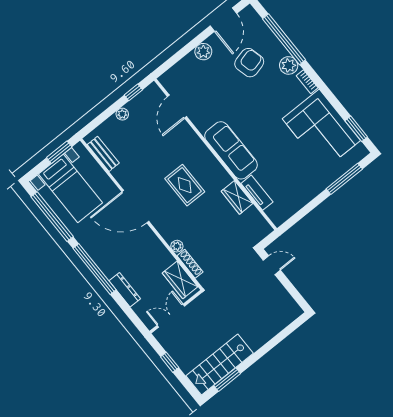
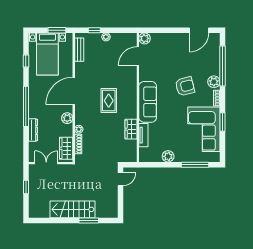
plant: (203, 52) -> (145, 38), moved
armchair: (249, 63) -> (185, 86), moved
window: (133, 92) -> (94, 30), moved
window: (356, 129) -> (222, 122), moved
plant: (305, 194) -> (168, 156), added
door: (135, 207) -> (74, 91), hinge flipped
window: (52, 217) -> (26, 61), width x0.32
plant: (153, 244) -> (67, 118), added
door: (272, 265) -> (121, 179), hinge flipped
stairs: (220, 364) -> (72, 209), moved
window: (227, 380) -> (89, 220), moved

